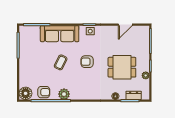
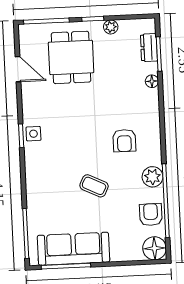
sofa: (60, 34) -> (73, 249), moved, turned -90
armchair: (87, 62) -> (124, 141), moved
dining table: (122, 67) -> (71, 57), moved

